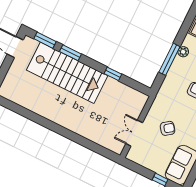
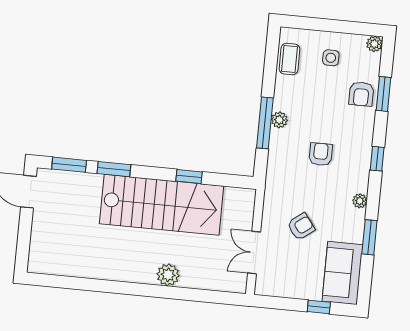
plant: (183, 52) -> (279, 120), moved
stairs: (67, 73) -> (162, 205), moved
plant: (79, 127) -> (168, 275), added

